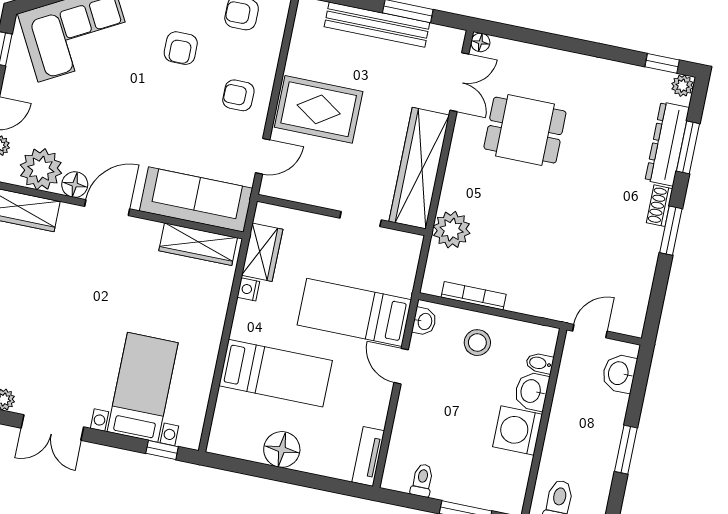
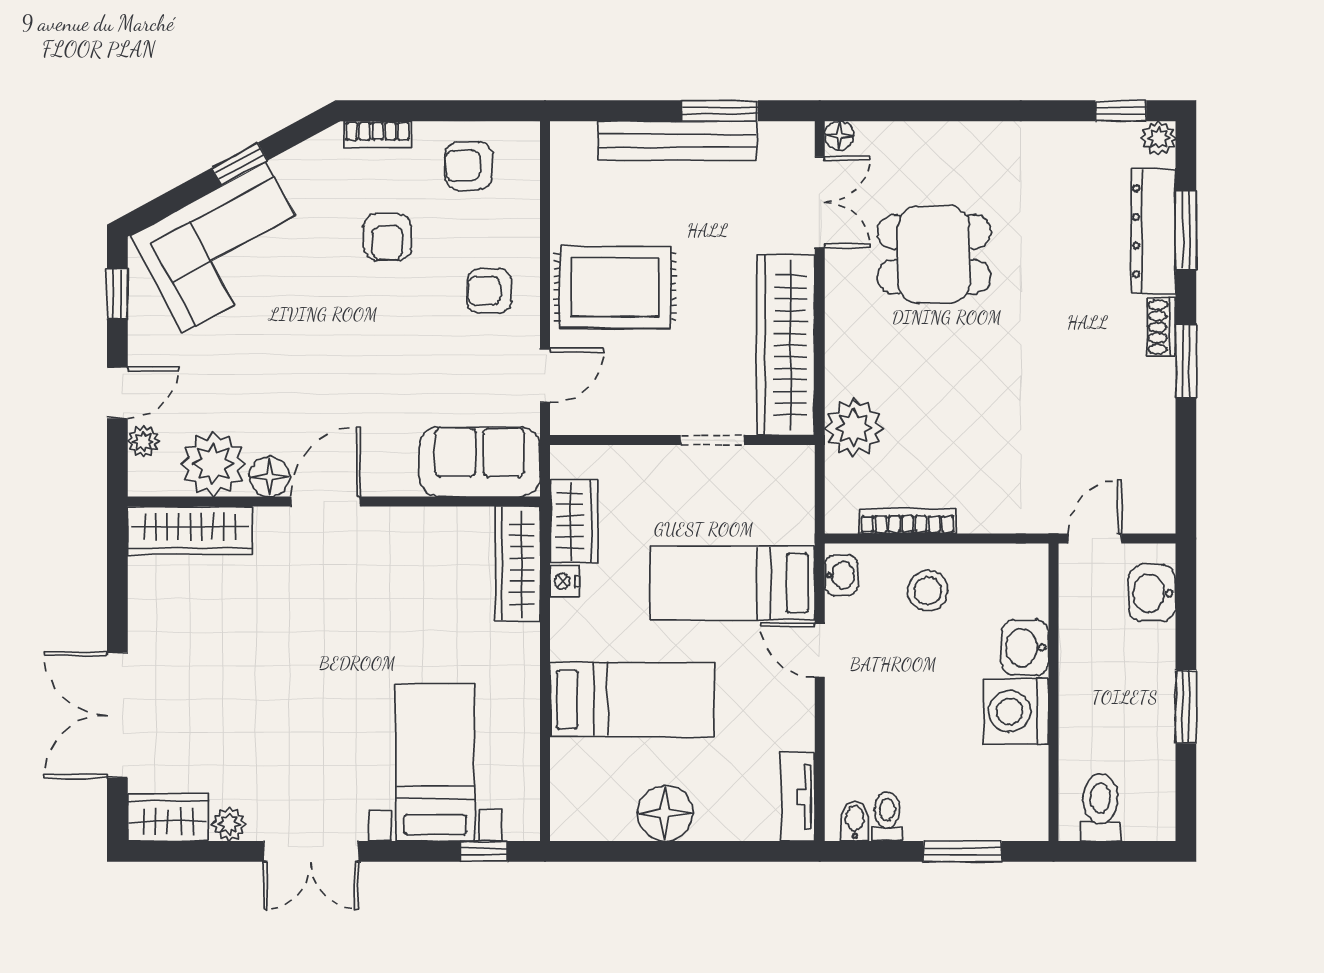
sofa: (196, 200) -> (480, 462), width x0.73
wardrobe: (198, 244) -> (518, 564), moved, turned 90
bidet: (540, 363) -> (855, 821), moved, turned 90

